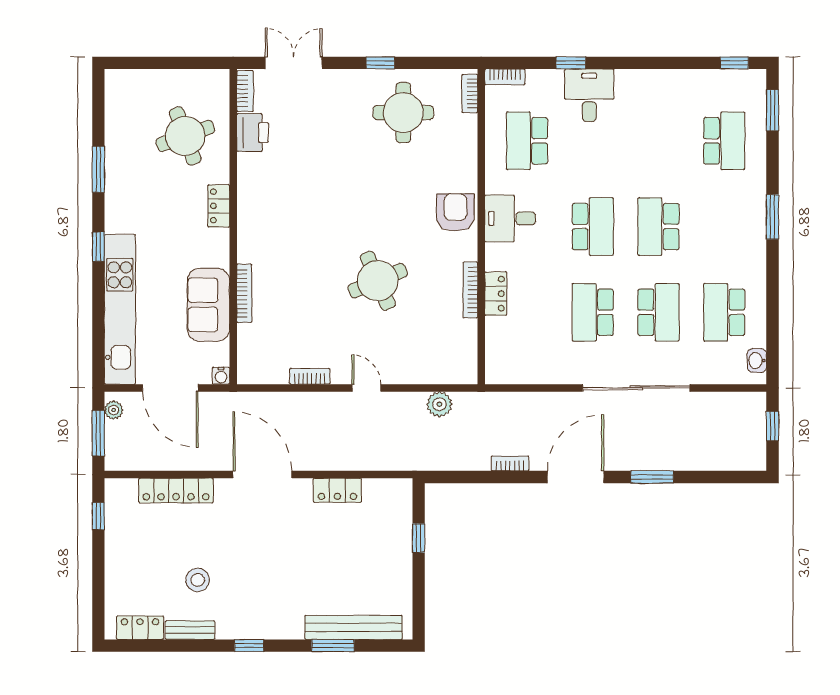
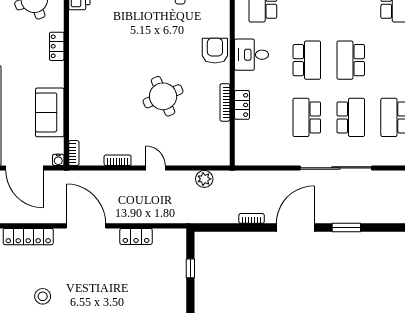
bookcase: (244, 293) -> (74, 153), moved, width x0.64

